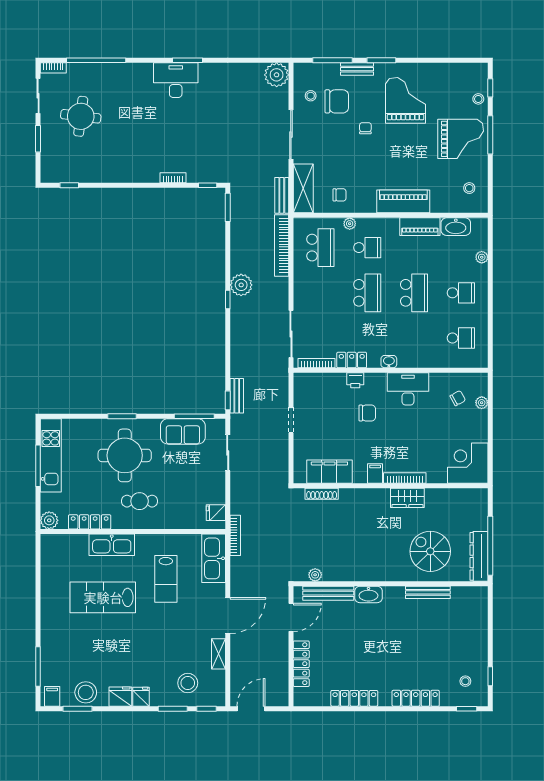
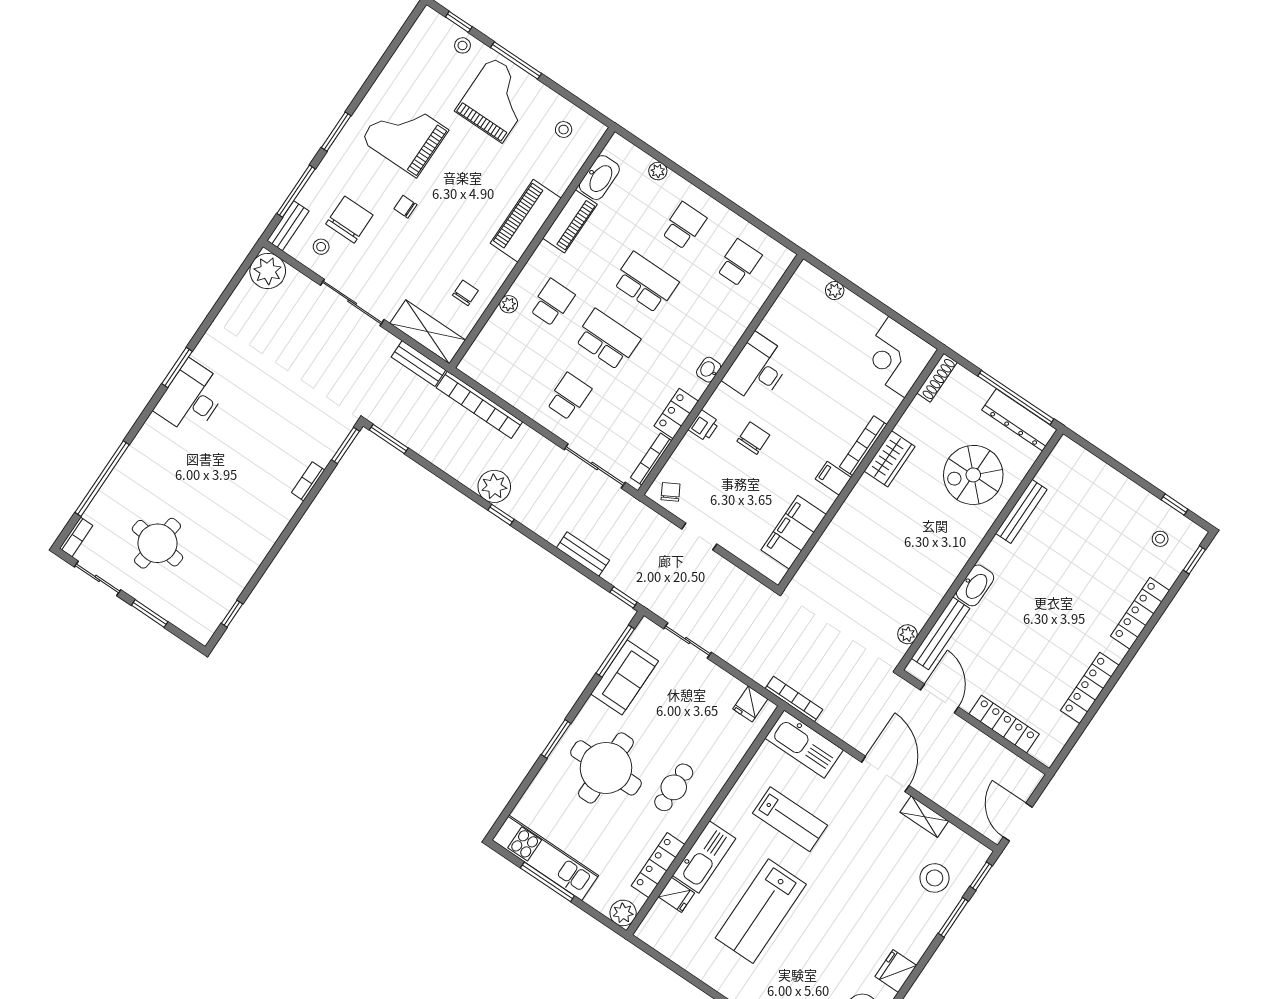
bench: (357, 69) -> (288, 226), moved
window: (208, 185) -> (345, 445), width x1.50
school desk: (320, 248) -> (569, 397), moved, width x0.54
bench: (237, 396) -> (583, 554), moved
chair: (458, 398) -> (670, 492), moved
shoe rack: (322, 494) -> (937, 378), moved
fridge: (141, 697) -> (676, 895), moved, turned 180

